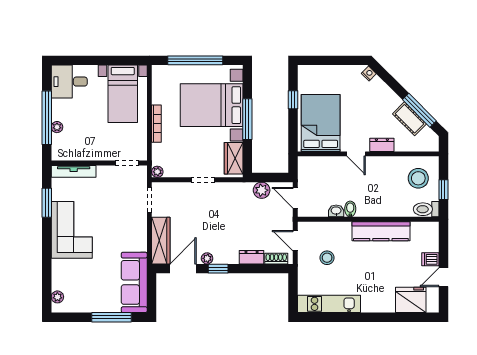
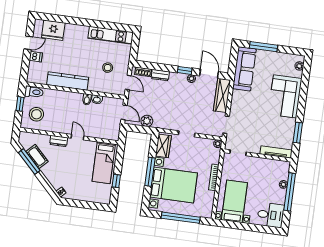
bed: (321, 123) -> (104, 163), width x0.67
corner sofa: (72, 230) -> (285, 96), moved
door: (183, 269) -> (209, 74), swing flipped

